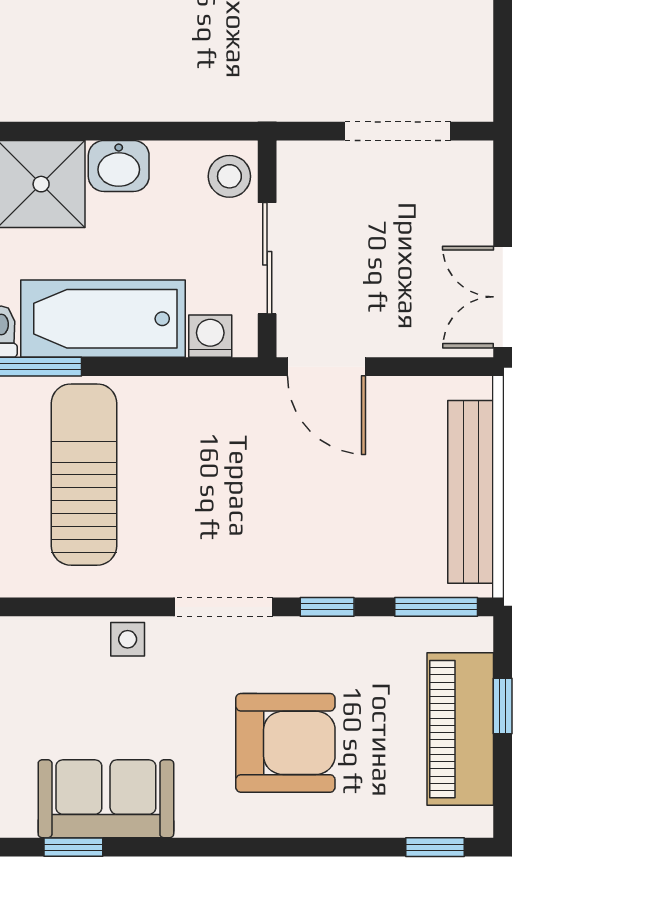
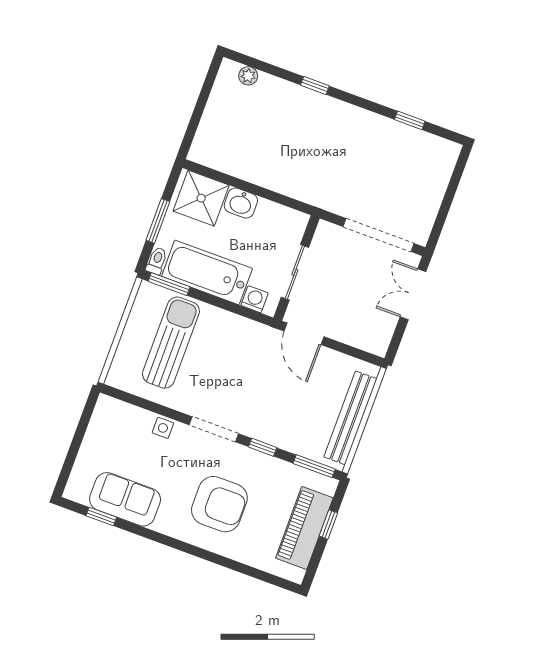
doorway: (398, 131) -> (379, 235), width x1.36
stool: (229, 176) -> (291, 227), removed
double door: (503, 297) -> (413, 294), moved
window: (435, 847) -> (272, 579), removed

